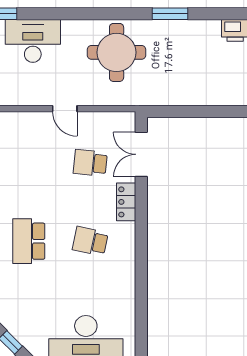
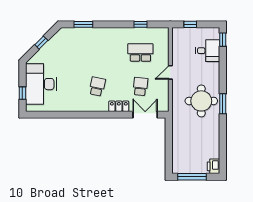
window: (170, 14) -> (223, 104), moved
desk: (33, 41) -> (208, 51), width x0.73
school desk: (29, 241) -> (140, 53), moved

